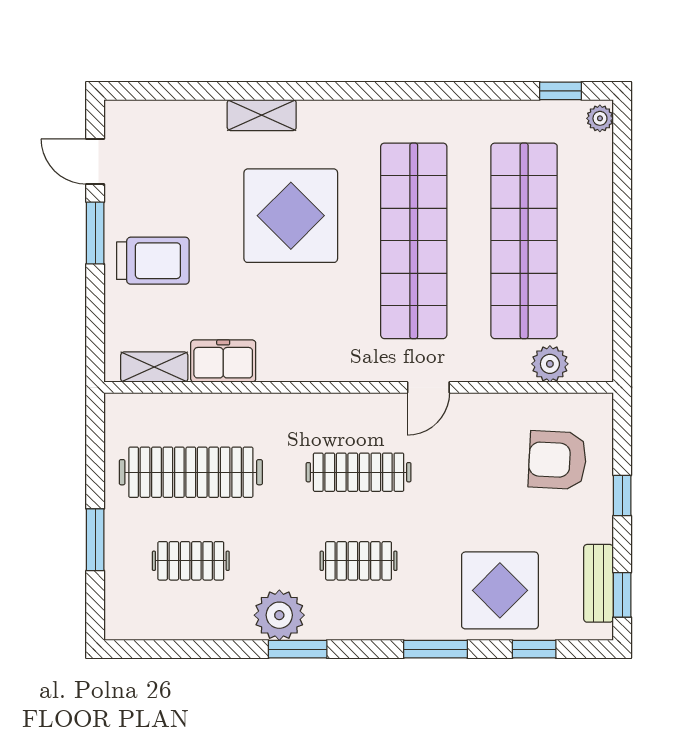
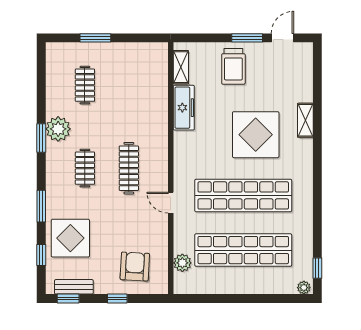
freezer: (223, 361) -> (184, 108), width x1.40
clothes rail: (191, 472) -> (129, 85), removed

